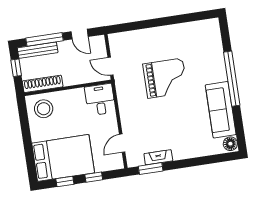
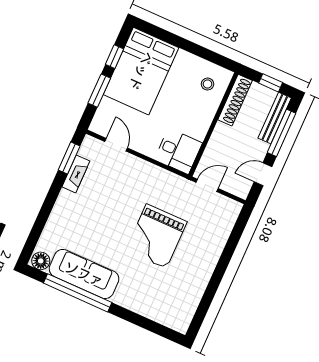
window: (232, 79) -> (78, 293), moved
stool: (44, 109) -> (207, 84), width x0.53, depth x0.53
window: (94, 177) -> (99, 91), width x1.50

